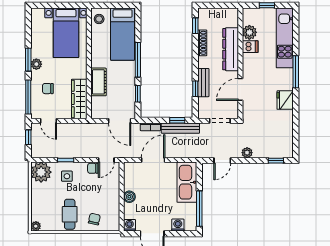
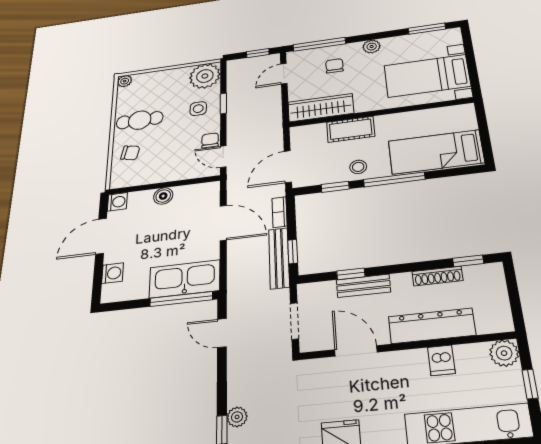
stool: (99, 19) -> (358, 167), moved
plant: (249, 32) -> (504, 353), moved
window: (28, 60) -> (427, 29), moved
plant: (247, 153) -> (237, 417), moved
window: (199, 209) -> (181, 299), moved

